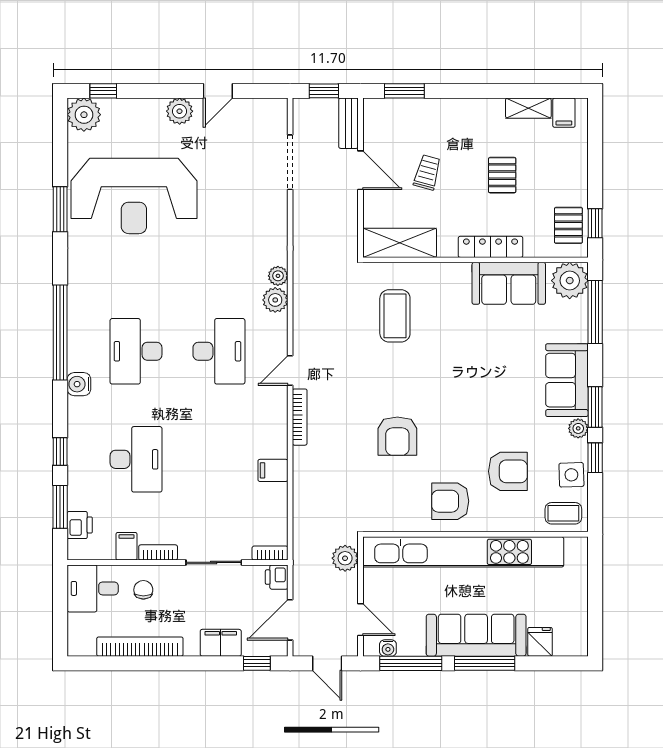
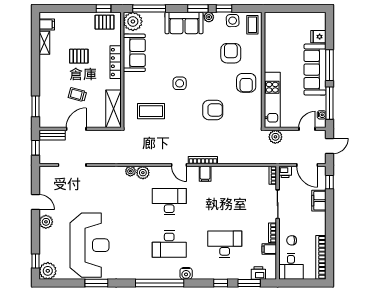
side table: (449, 372) -> (180, 83), added
filing cabinet: (273, 470) -> (205, 174), moved
kitchen unit: (463, 552) -> (272, 100), width x0.54
bookcase: (140, 647) -> (321, 257), moved

